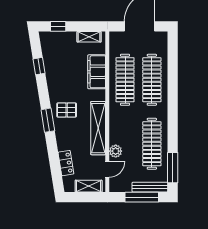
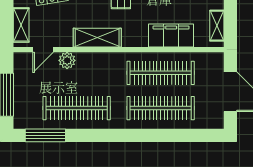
shelving: (98, 128) -> (97, 38), width x0.68
door: (107, 169) -> (43, 50), hinge flipped
bench: (150, 187) -> (20, 106), removed

